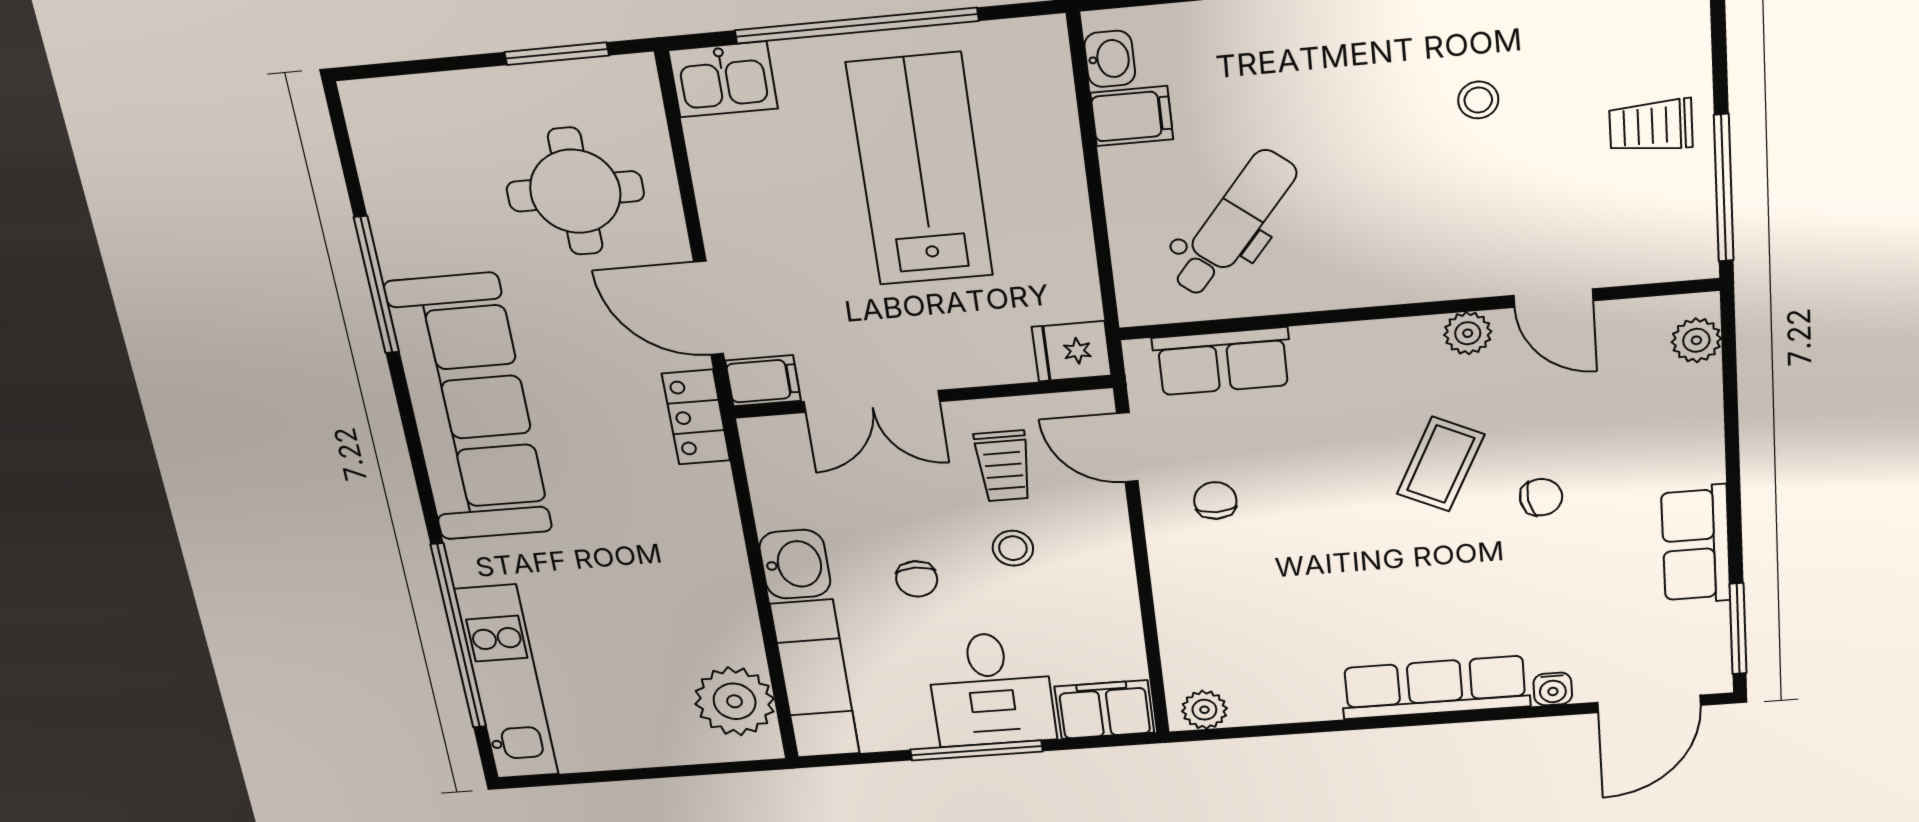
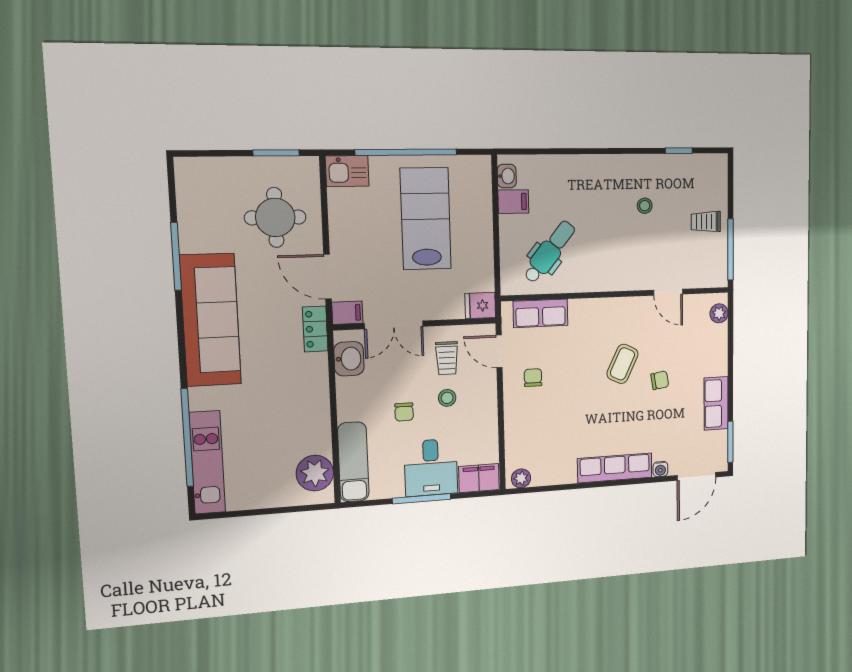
plant: (1468, 333) -> (636, 306), removed
washbasin: (795, 564) -> (349, 359), moved

